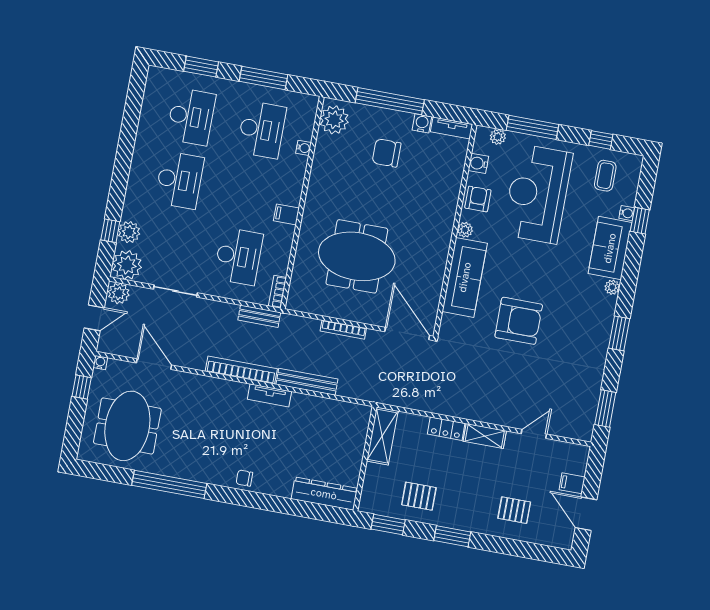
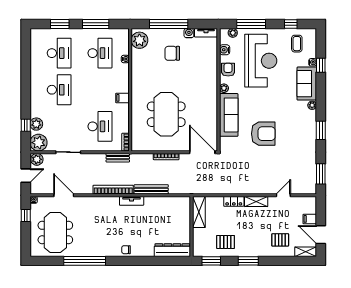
reception desk: (537, 194) -> (261, 61), turned 180
meeting table: (357, 256) -> (166, 114), turned 90
shelving: (555, 539) -> (306, 252), added

